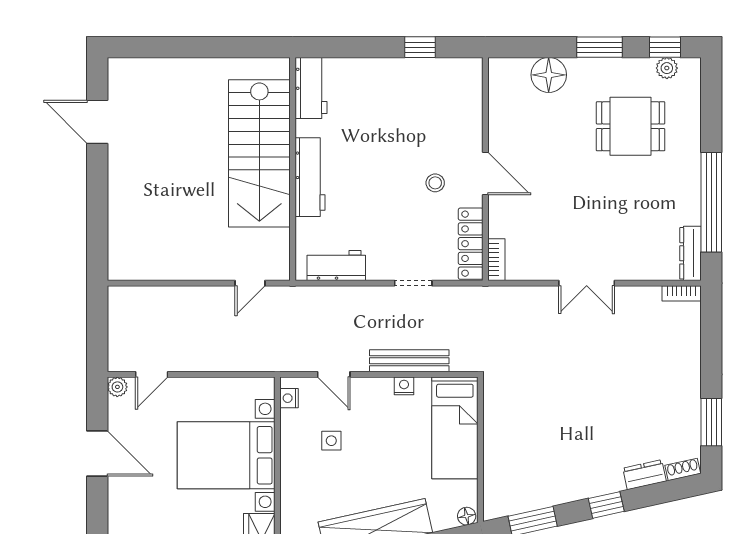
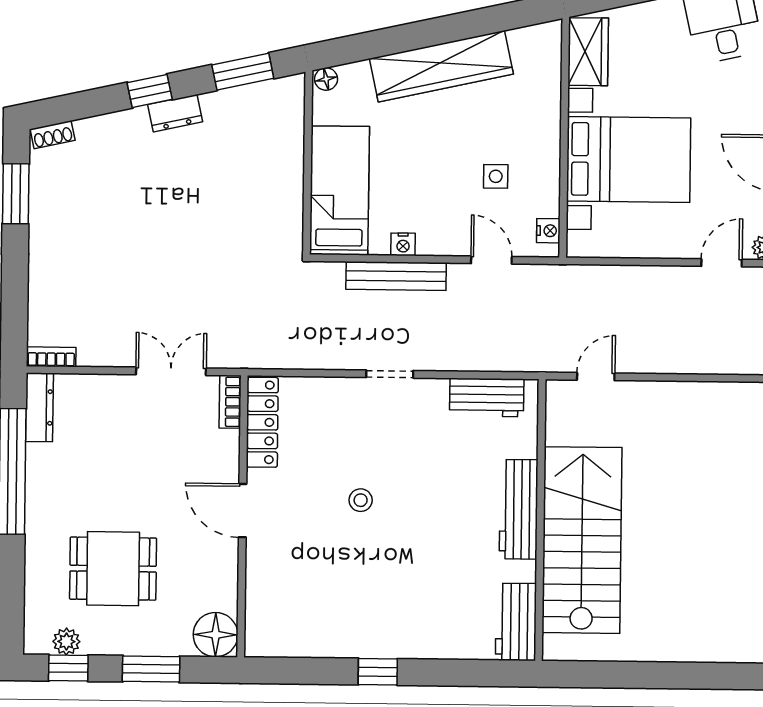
wall: (485, 169) -> (242, 516), moved
door: (485, 173) -> (243, 511), moved
locker: (471, 244) -> (262, 422), moved
bookcase: (496, 260) -> (230, 402), moved
dresser: (644, 475) -> (175, 113), moved

